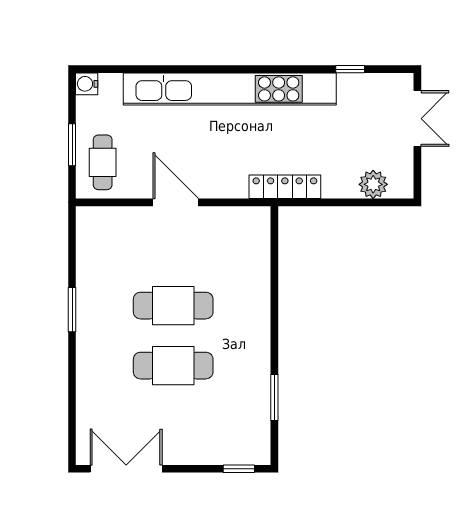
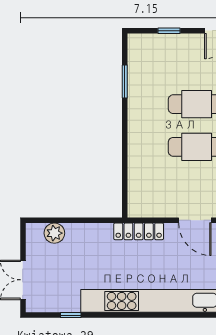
locker: (285, 187) -> (139, 231), moved
window: (239, 469) -> (169, 31), moved

